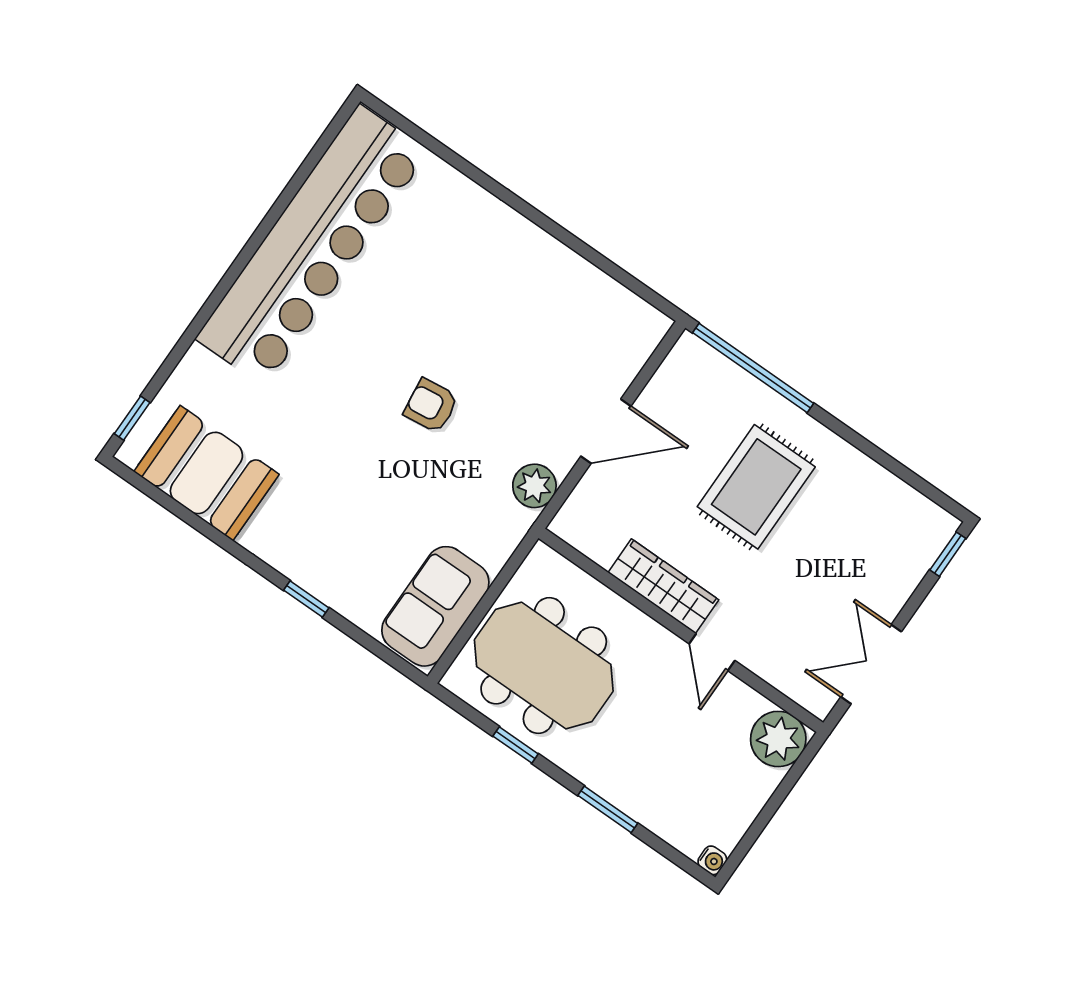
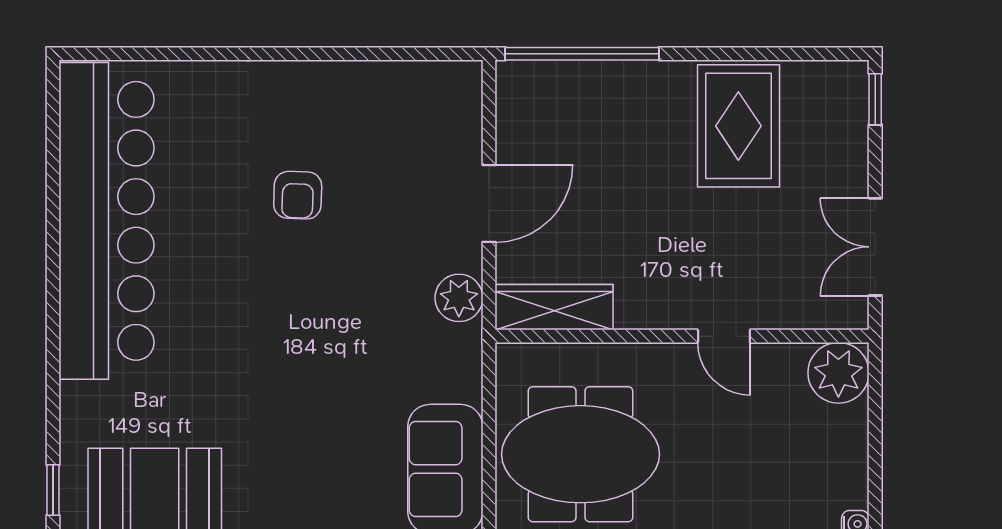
armchair: (431, 406) -> (298, 195), moved, turned -81
rug: (756, 487) -> (738, 126), moved
wardrobe: (663, 586) -> (554, 307), moved

